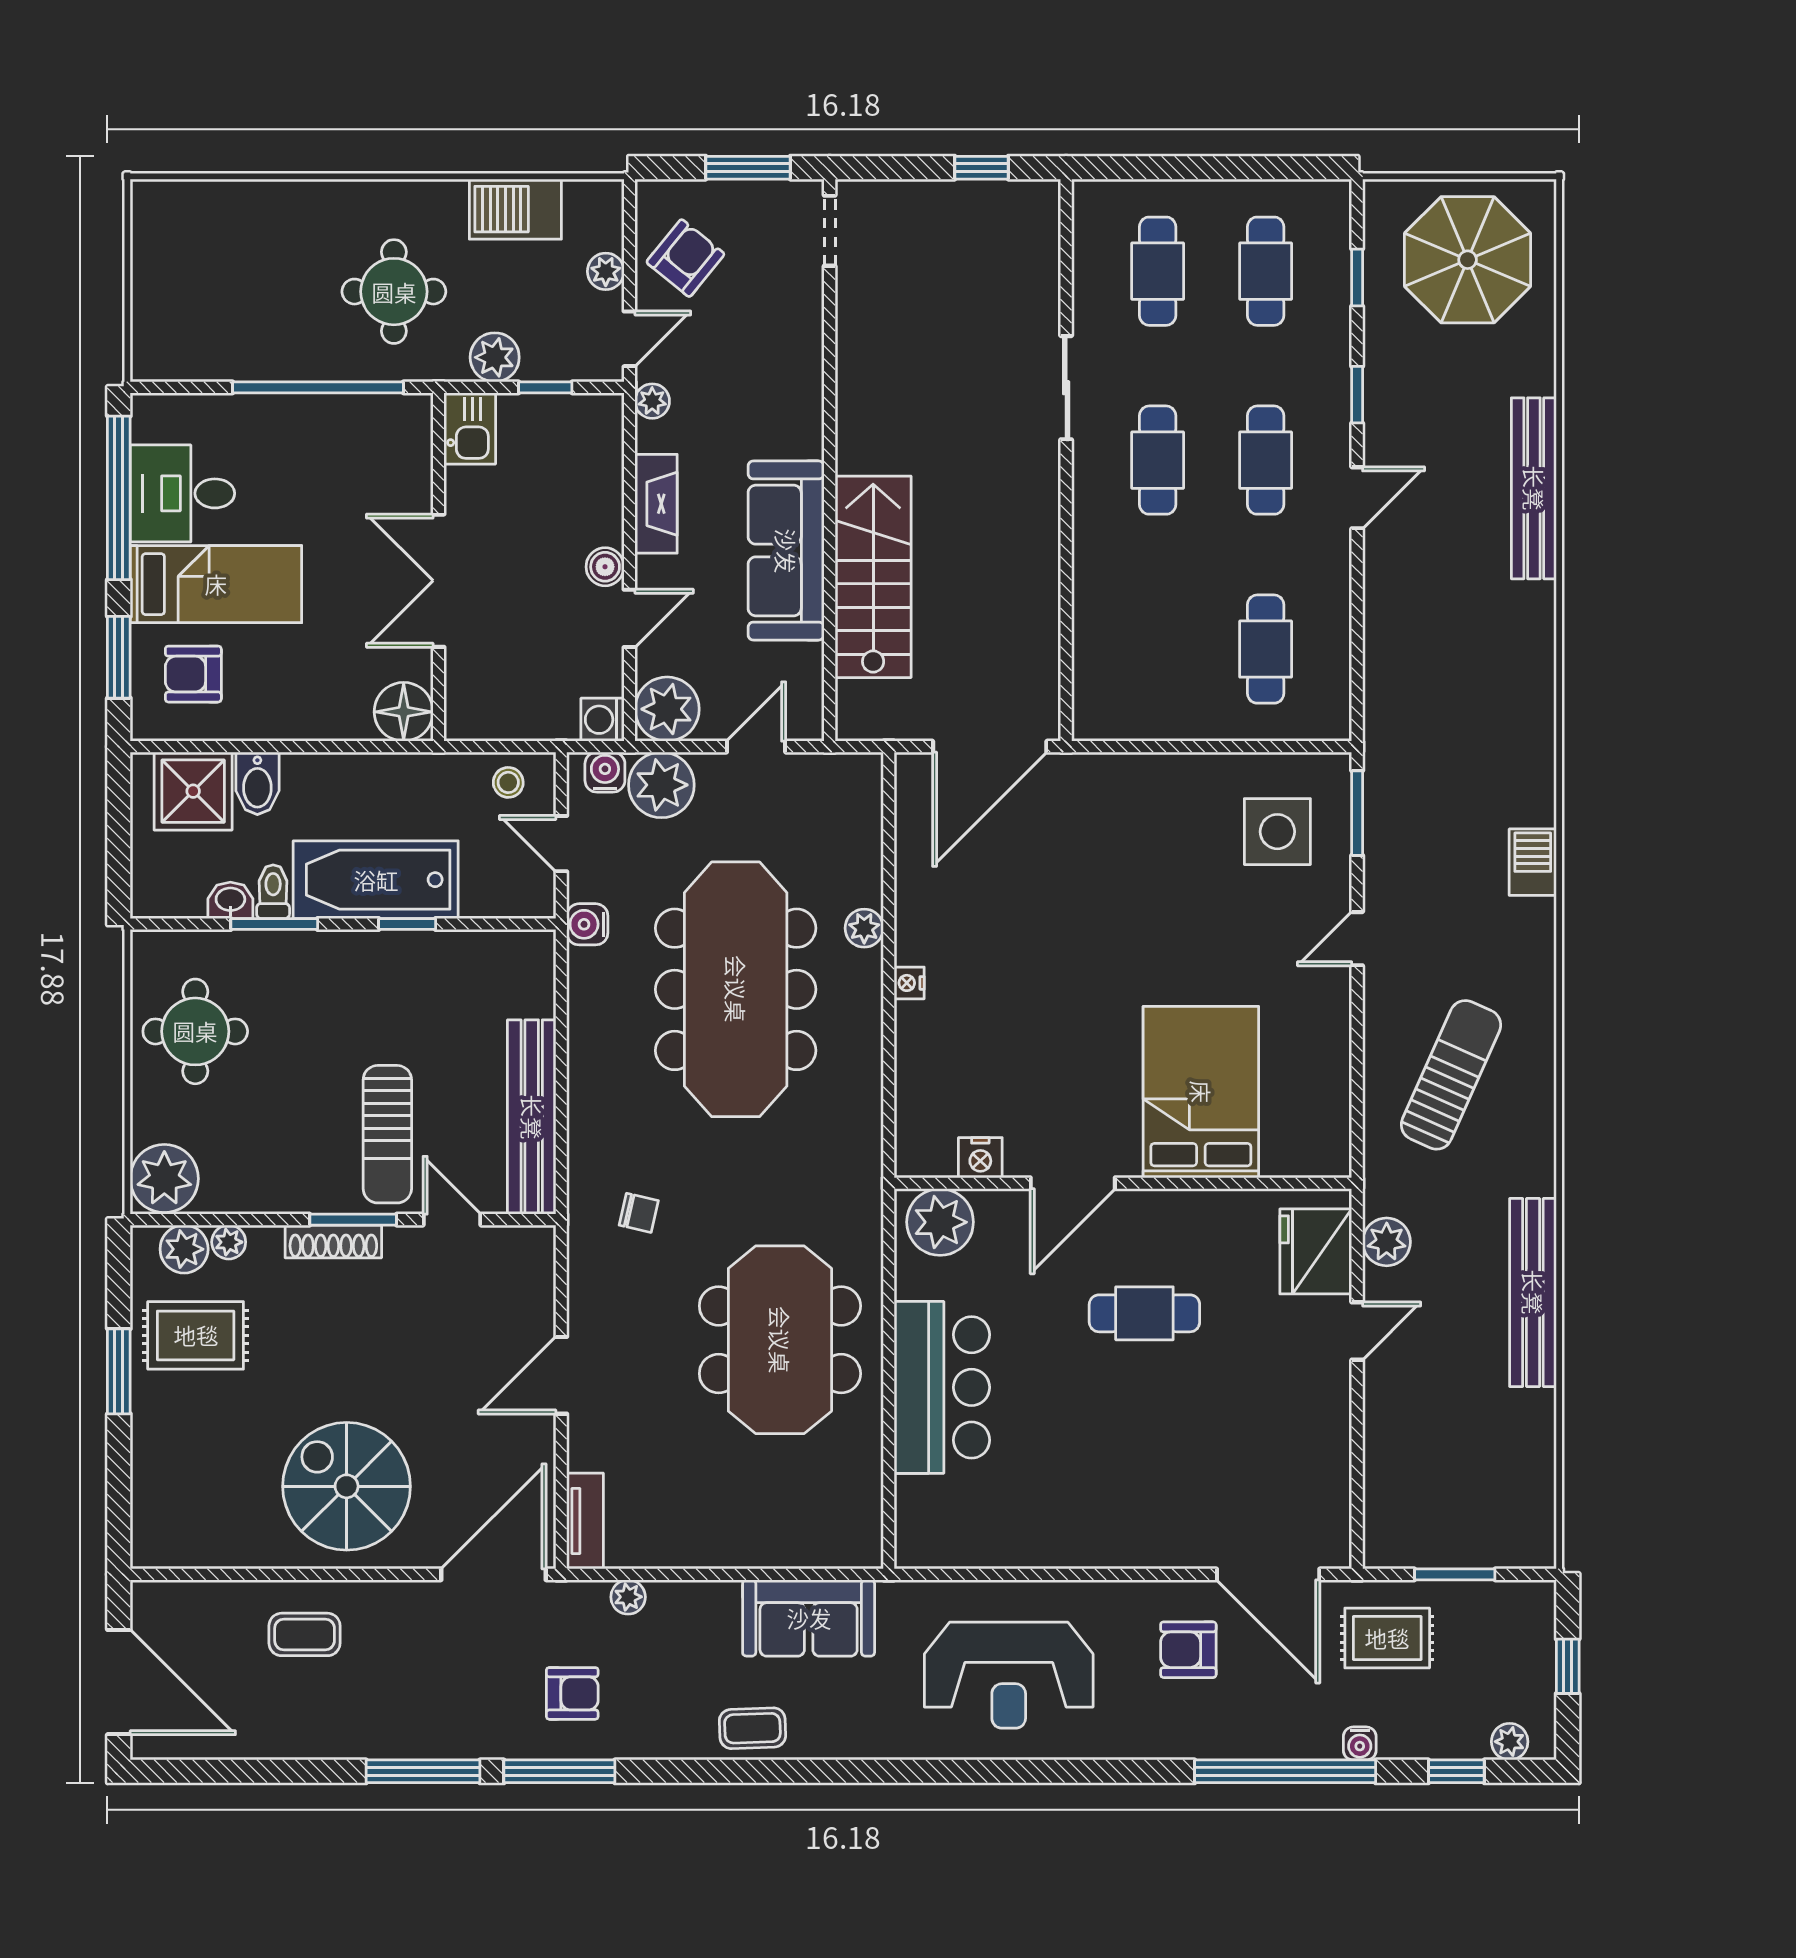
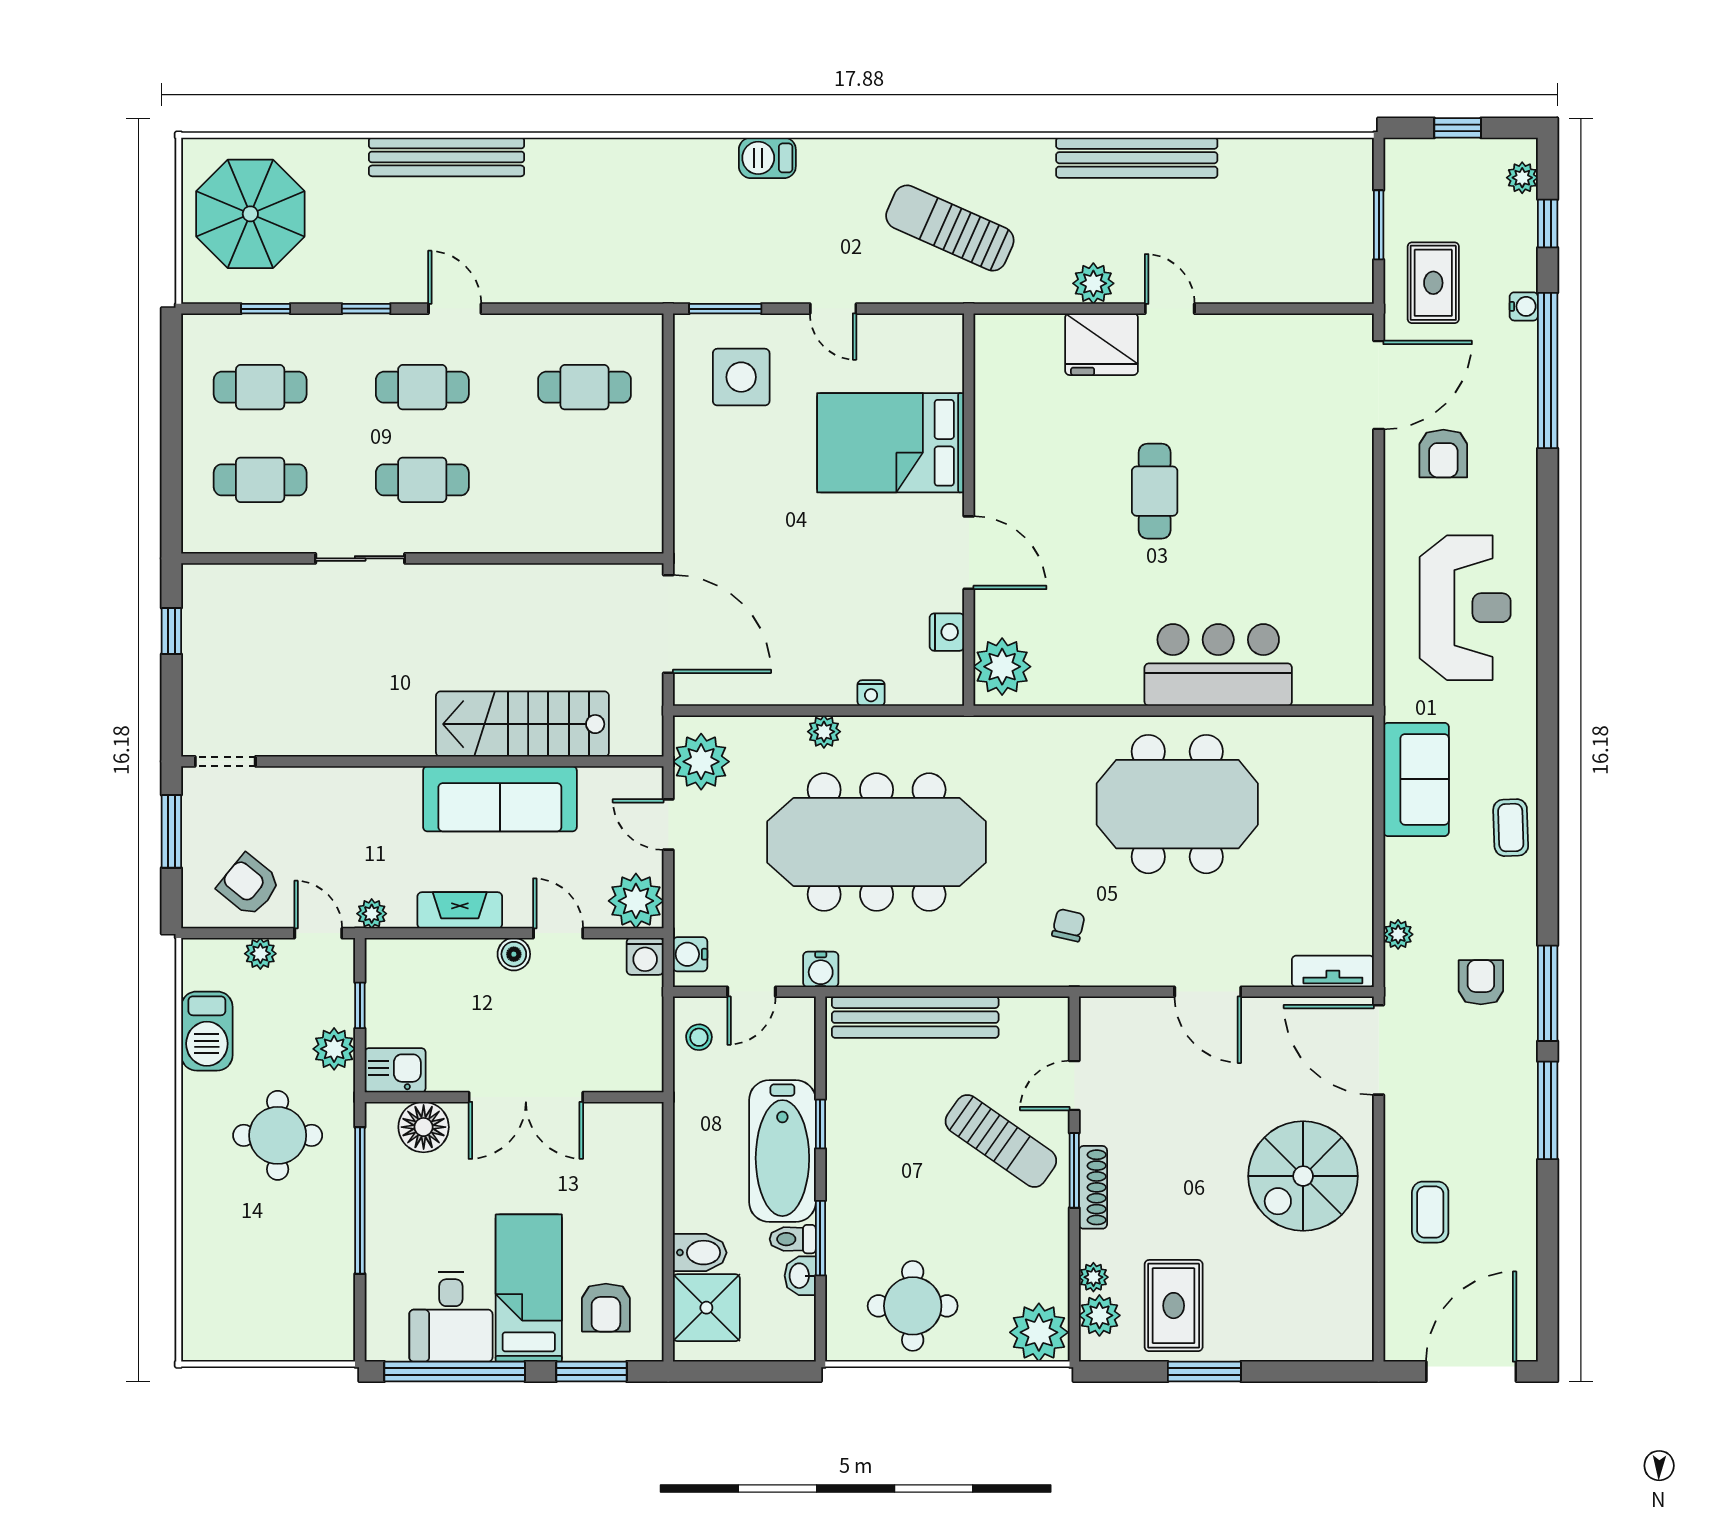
floor lamp: (404, 712) -> (424, 1127), moved
plant: (661, 785) -> (701, 762), moved
bed: (1201, 1092) -> (891, 443), moved
bench: (532, 1117) -> (915, 1017), moved
sun lounger: (387, 1134) -> (1001, 1141), turned 35
nightstand: (980, 1158) -> (947, 632), moved
door: (1073, 1183) -> (969, 553), moved
wall: (1123, 1183) -> (969, 510), moved
plant: (940, 1222) -> (1002, 667), moved

